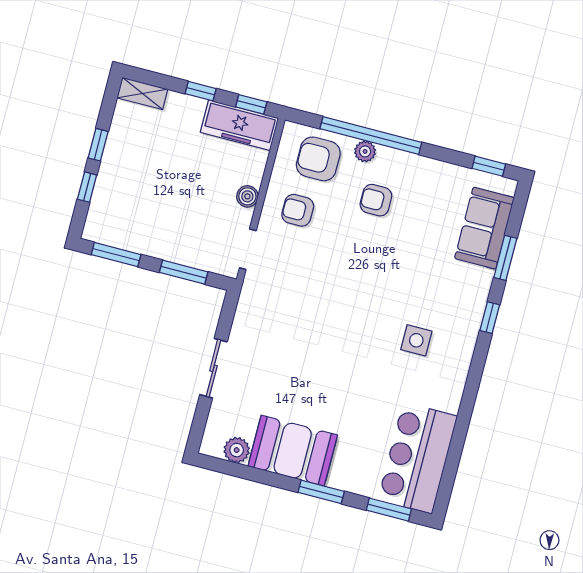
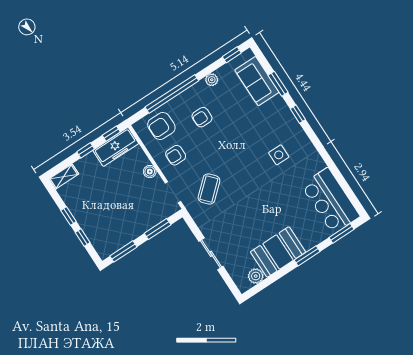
plant: (365, 151) -> (212, 80), moved
coffee table: (293, 291) -> (209, 189), added

